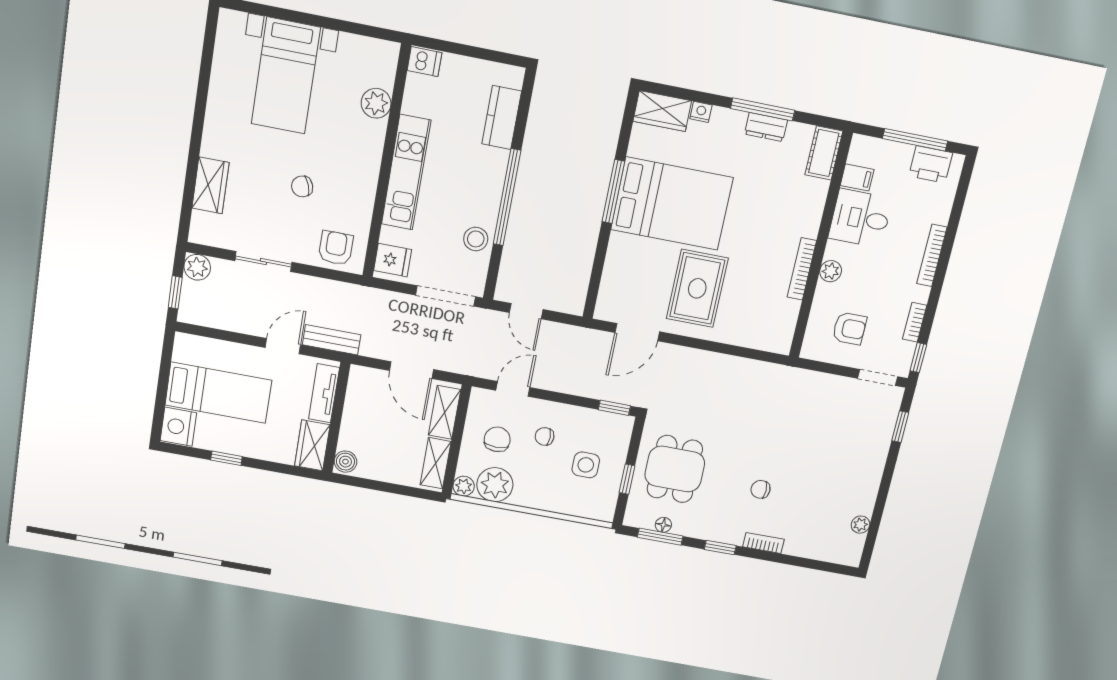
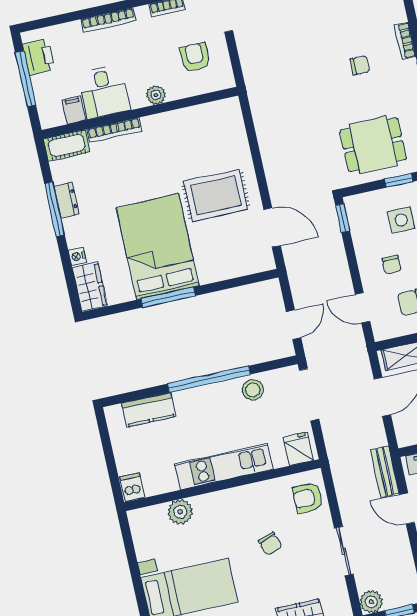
bookcase: (802, 269) -> (114, 130), moved
chair: (760, 489) -> (360, 65), turned -90

